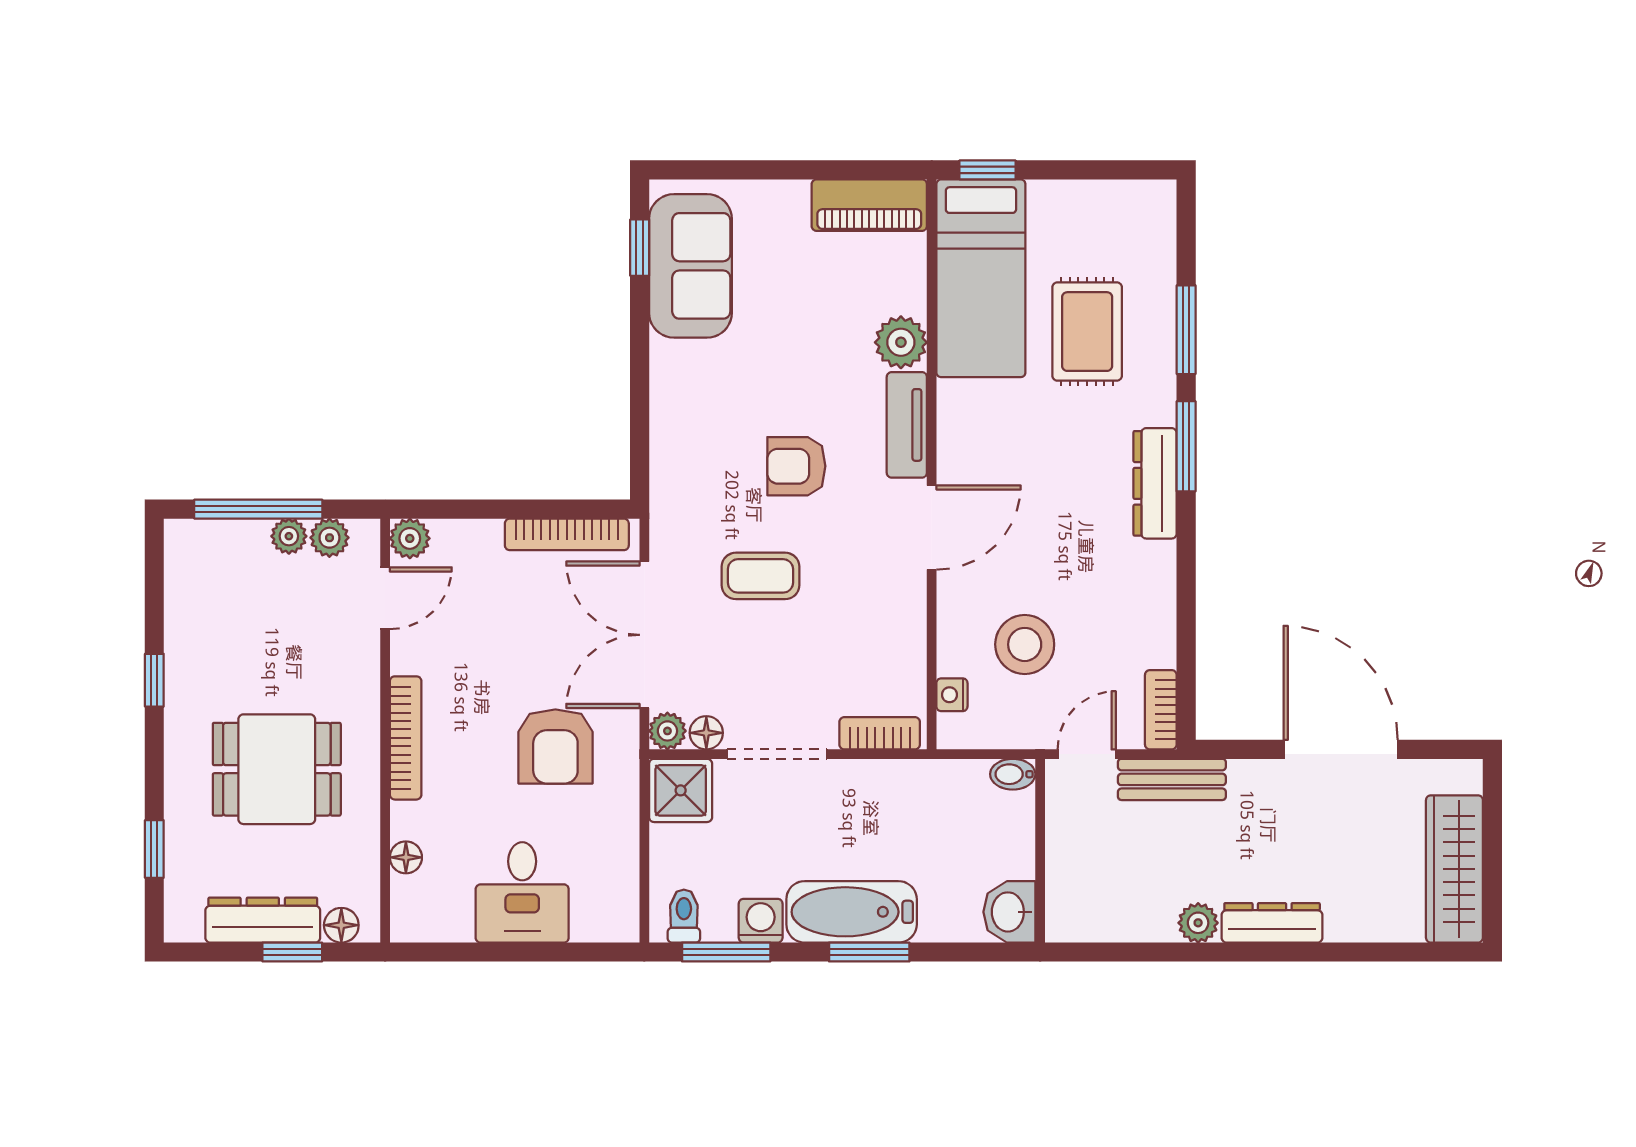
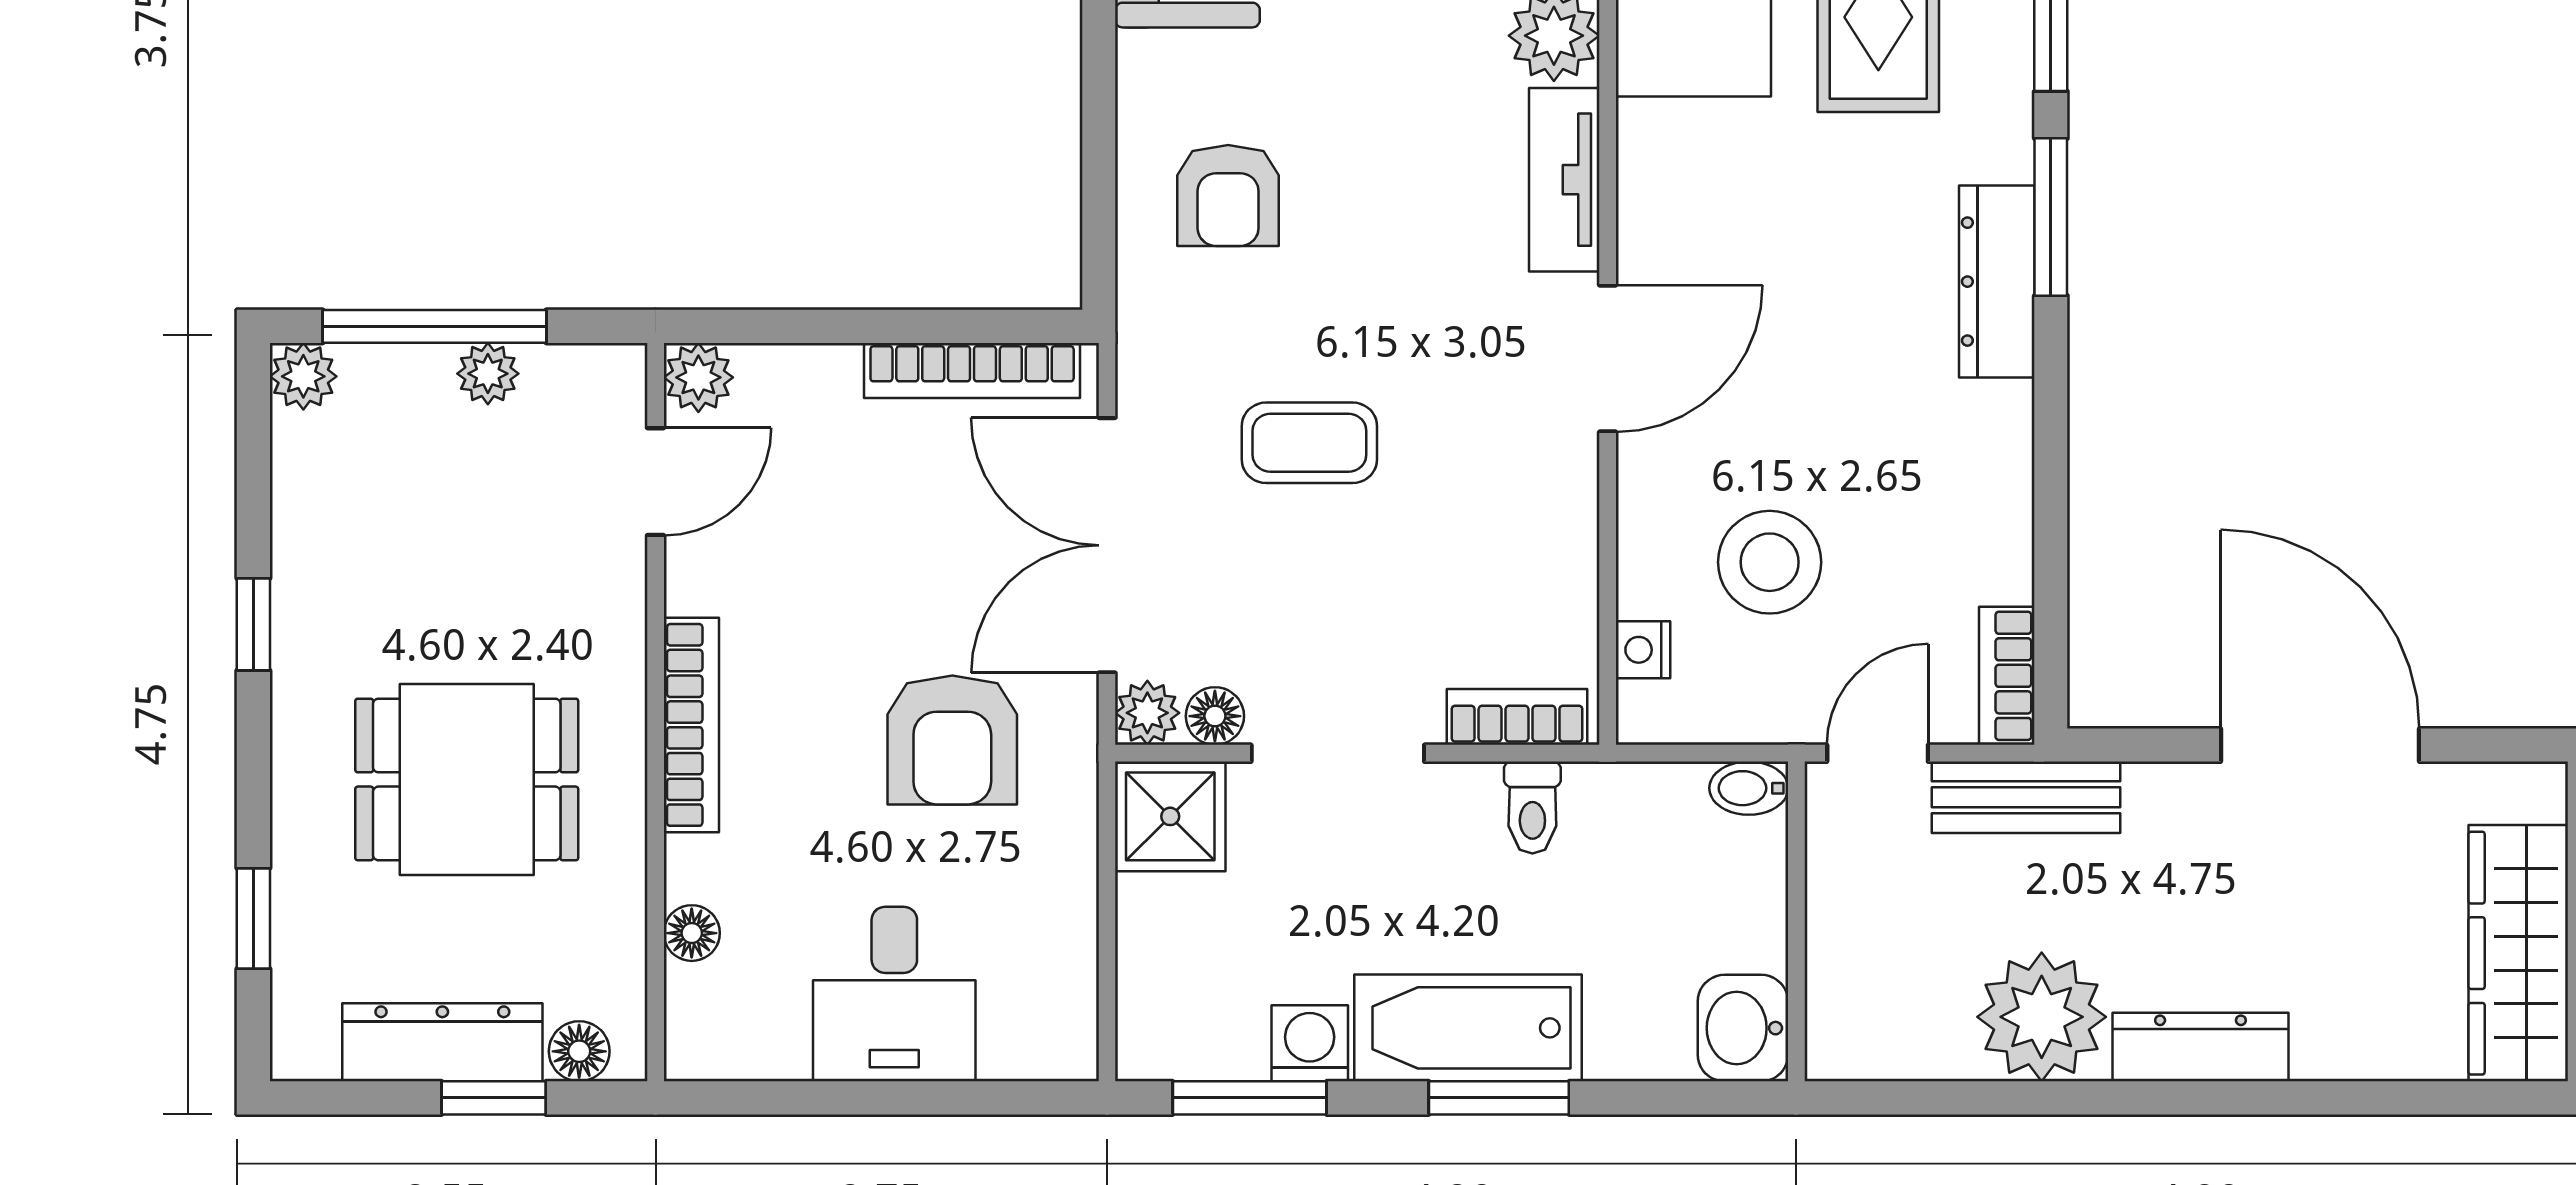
armchair: (796, 466) -> (1228, 195), moved, turned -90
plant: (329, 538) -> (303, 376), moved
toilet: (684, 916) -> (1532, 807), moved, turned 180
plant: (1198, 923) -> (2042, 1017), width x1.87, depth x1.87

